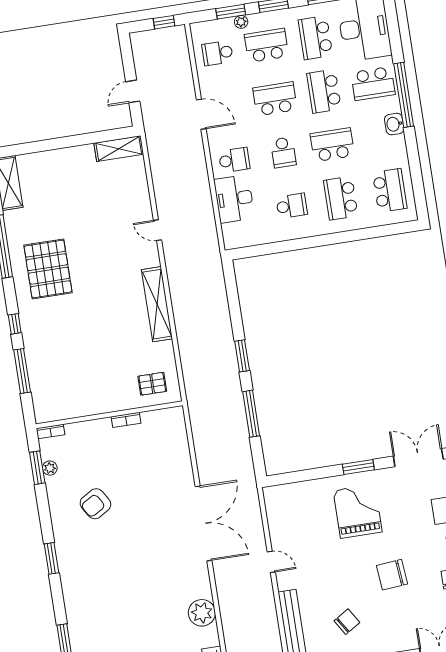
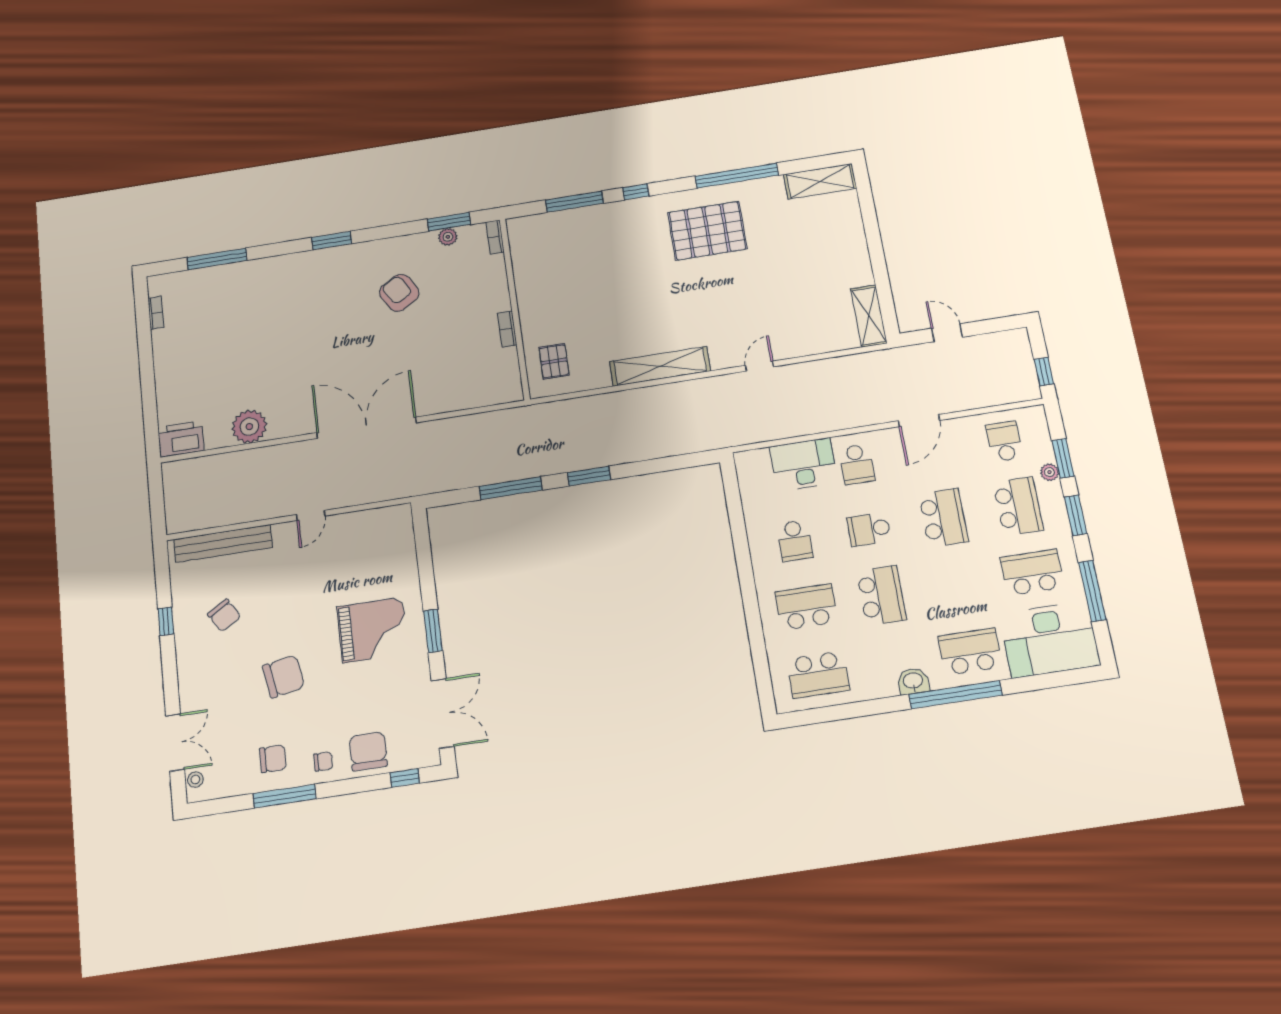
school desk: (373, 84) -> (970, 652), turned 90
school desk: (324, 91) -> (957, 584), removed
double door: (203, 523) -> (367, 428), swing flipped
chair: (392, 575) -> (284, 676), turned 85

